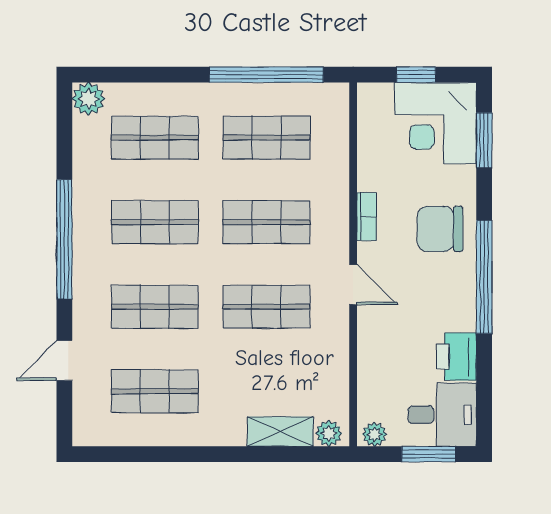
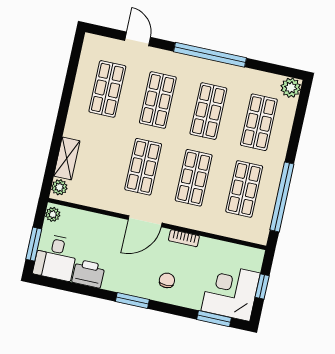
chair: (440, 229) -> (167, 280), width x0.54, depth x0.54
window: (484, 277) -> (132, 301), width x0.47
door: (353, 285) -> (145, 221), width x1.38

